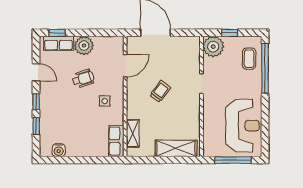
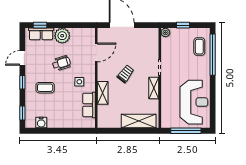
plant: (213, 47) -> (165, 33), width x0.53, depth x0.53
door: (36, 72) -> (22, 58), swing flipped
coffee table: (63, 108) -> (45, 88), added
shelving: (194, 109) -> (154, 88), added
window: (36, 126) -> (22, 113), moved
shelving: (133, 133) -> (103, 93), moved
row of seats: (116, 141) -> (89, 105), moved

